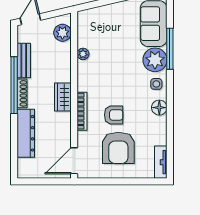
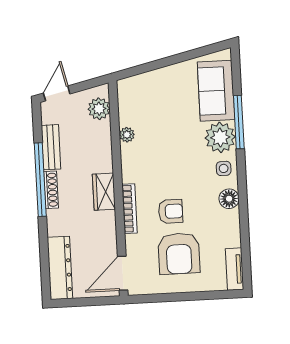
dresser: (26, 133) -> (60, 268), moved

